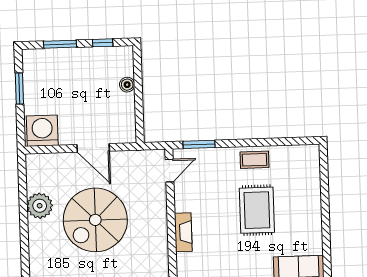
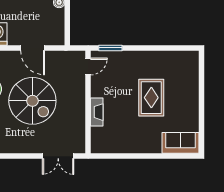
coffee table: (254, 160) -> (151, 61), removed
spiral stairs: (95, 220) -> (32, 101), turned -90

